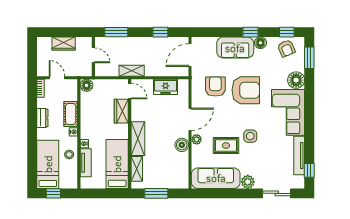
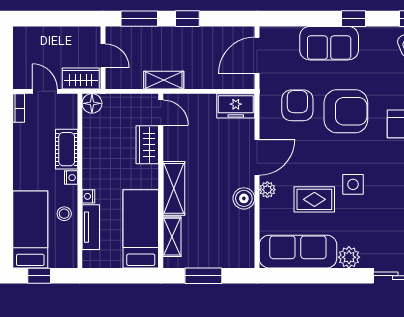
window: (160, 32) -> (187, 19), moved
floor lamp: (260, 43) -> (369, 36), removed
wardrobe: (64, 44) -> (81, 78), moved, turned 180
freezer: (165, 87) -> (236, 106), moved
dresser: (42, 118) -> (22, 155), removed

